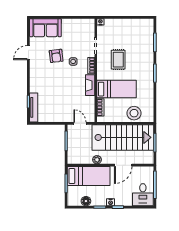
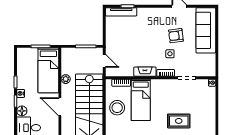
sofa: (45, 28) -> (206, 30), width x1.36
rug: (118, 60) -> (179, 121), moved
stool: (134, 113) -> (117, 108), moved
door: (80, 123) -> (104, 61), hinge flipped
floor lamp: (86, 201) -> (22, 111), moved

